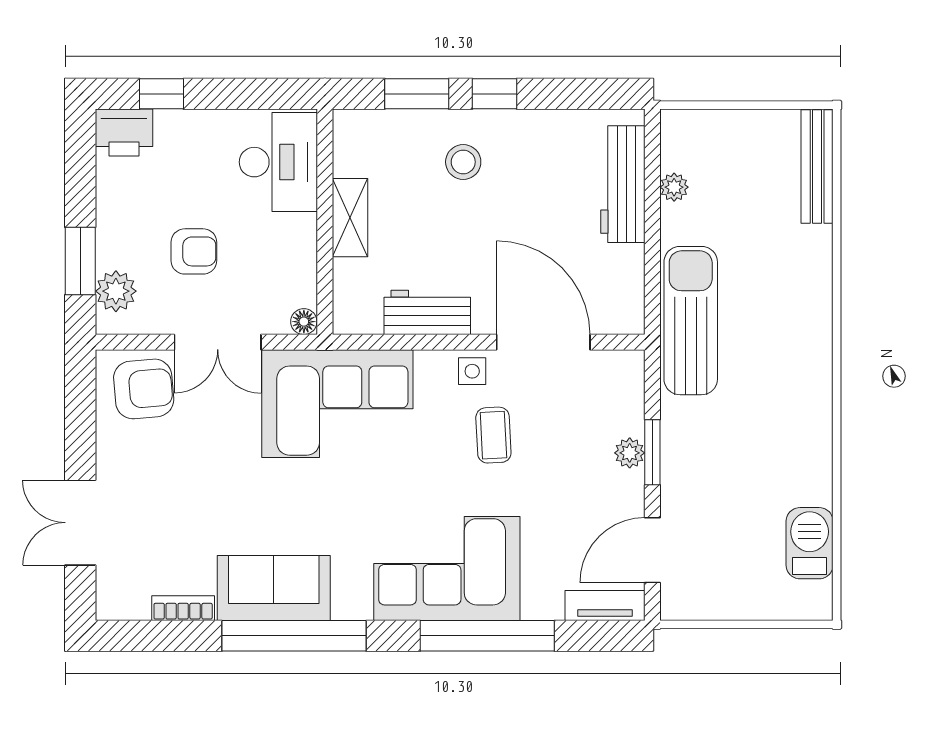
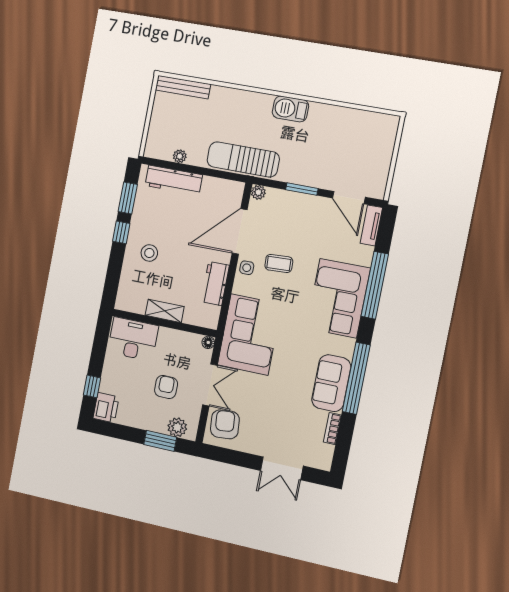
window: (417, 94) -> (128, 198), moved
plant: (630, 453) -> (258, 192), moved
barbecue: (810, 543) -> (290, 109), moved

